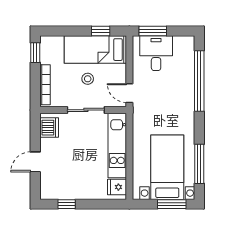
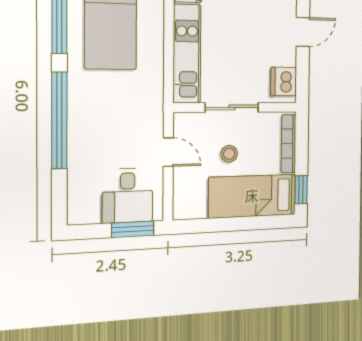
window: (101, 31) -> (210, 225), removed
bed: (95, 50) -> (252, 196), moved, turned 180
window: (199, 81) -> (59, 120), moved
door: (129, 93) -> (168, 152), moved

